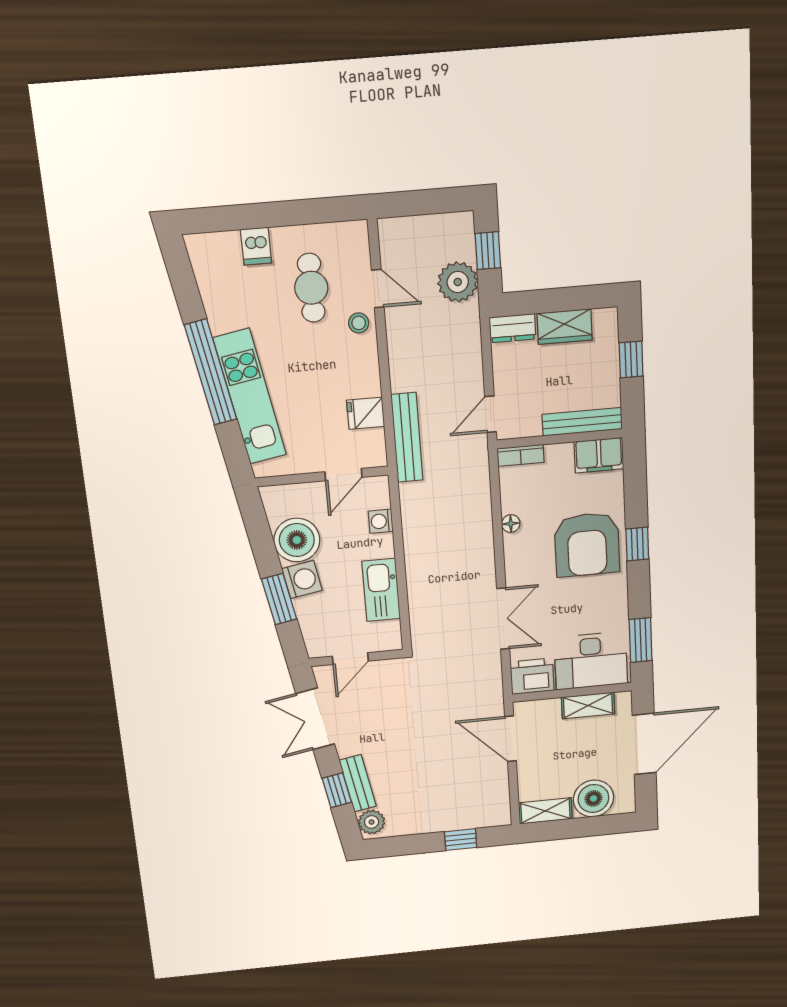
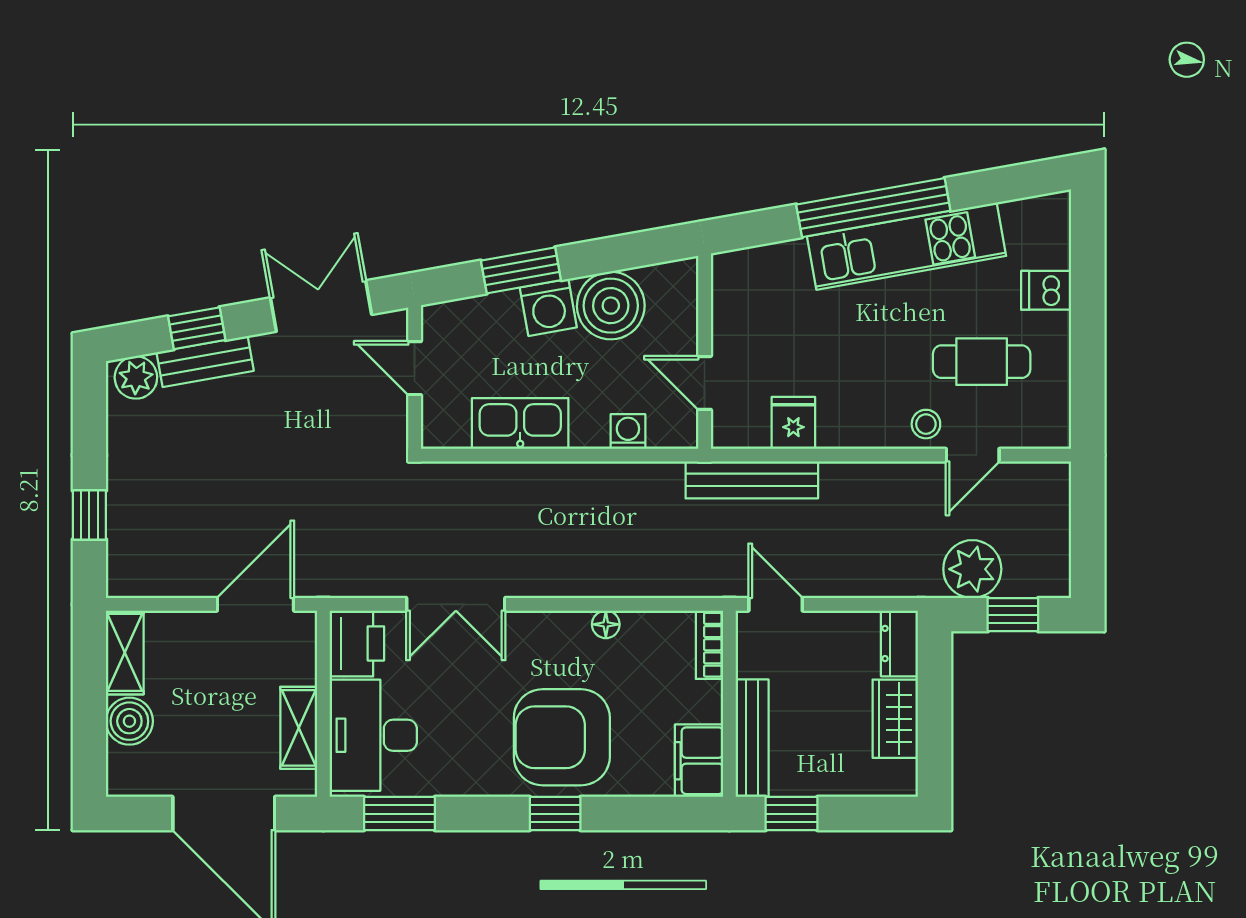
window: (631, 360) -> (792, 814), moved
kitchen unit: (250, 397) -> (907, 246), moved
boiler: (593, 798) -> (129, 721), width x0.73, depth x0.73

